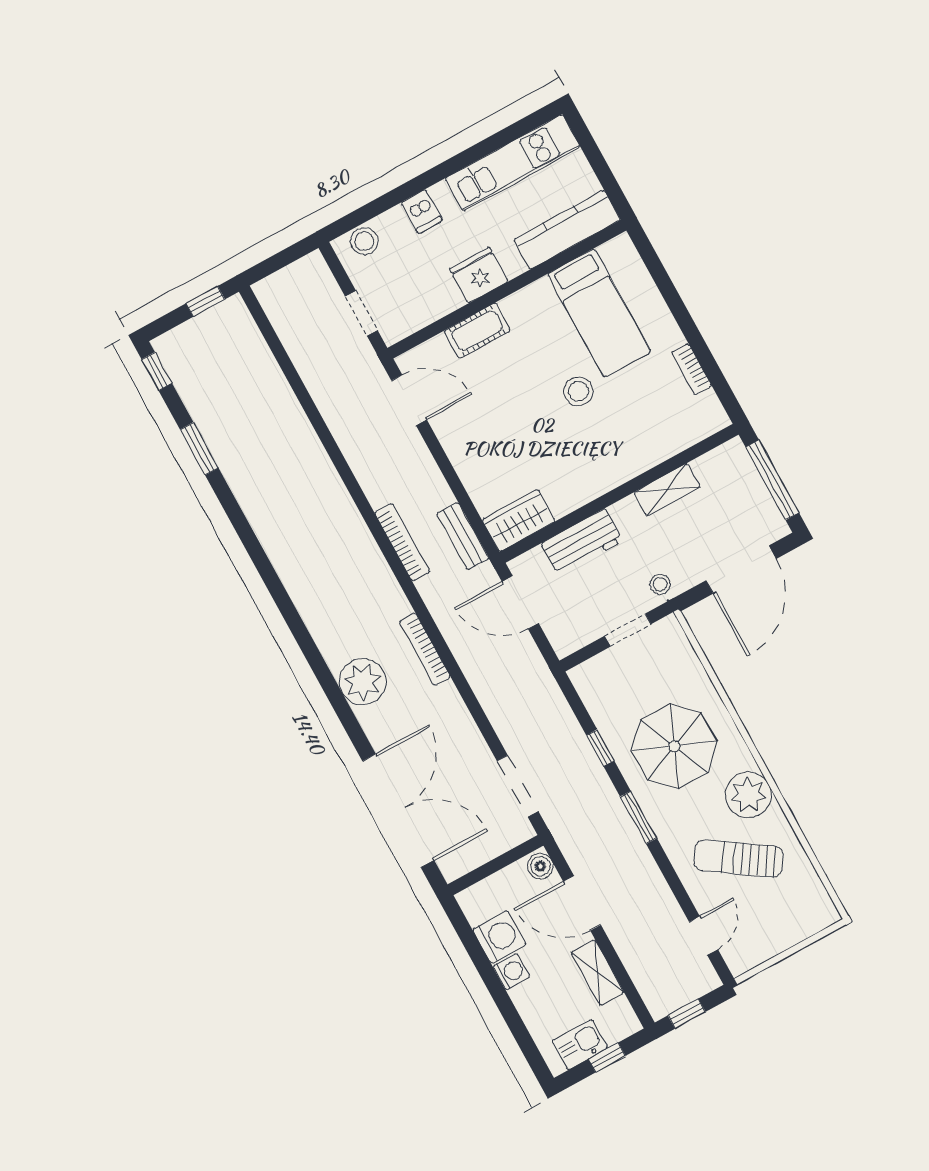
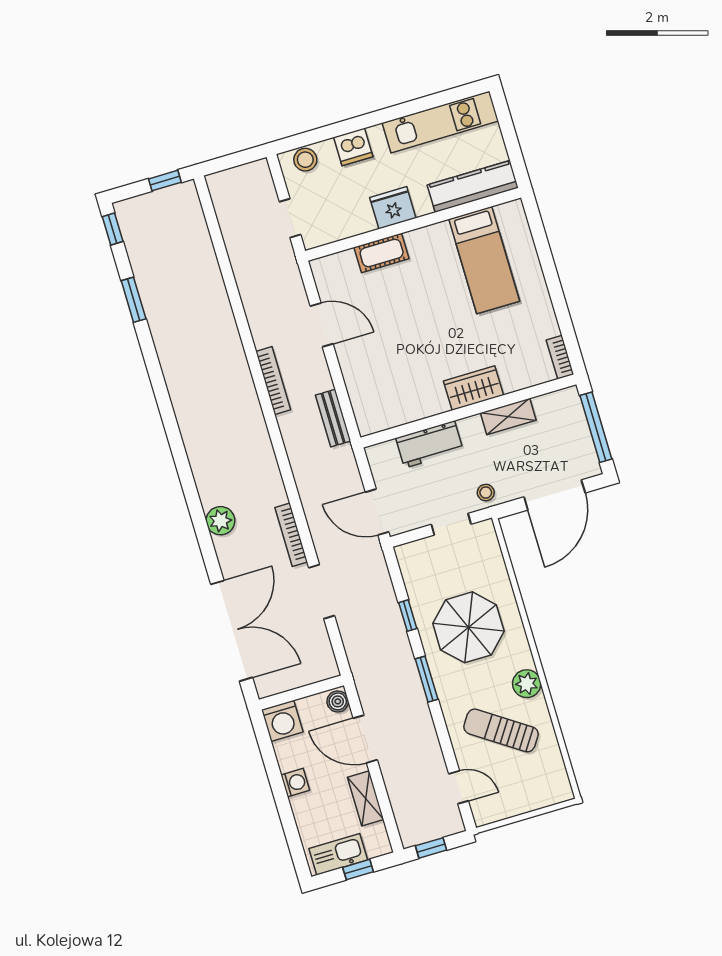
dishwasher: (422, 212) -> (353, 147), width x1.38
bookcase: (692, 369) -> (560, 357), moved
stool: (578, 391) -> (453, 320), removed
door: (409, 400) -> (322, 325), moved
wardrobe: (519, 520) -> (473, 388), moved
bookcase: (402, 542) -> (273, 381), moved
door: (520, 602) -> (377, 512), moved
bookcase: (425, 649) -> (291, 535), moved
plant: (363, 682) -> (220, 521), width x0.73, depth x0.73
doorway: (518, 786) -> (322, 592), moved
plant: (748, 795) -> (527, 684), width x0.73, depth x0.73
door: (703, 936) -> (459, 787), hinge flipped
washing machine: (499, 937) -> (282, 721), moved, turned 90
kitchen sink: (580, 1045) -> (338, 854), width x1.38

